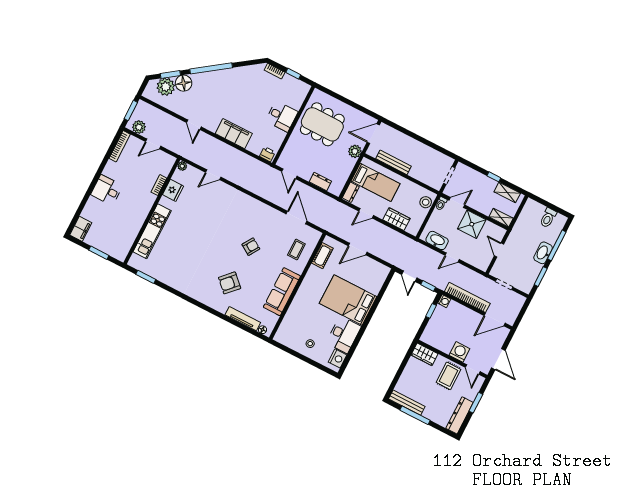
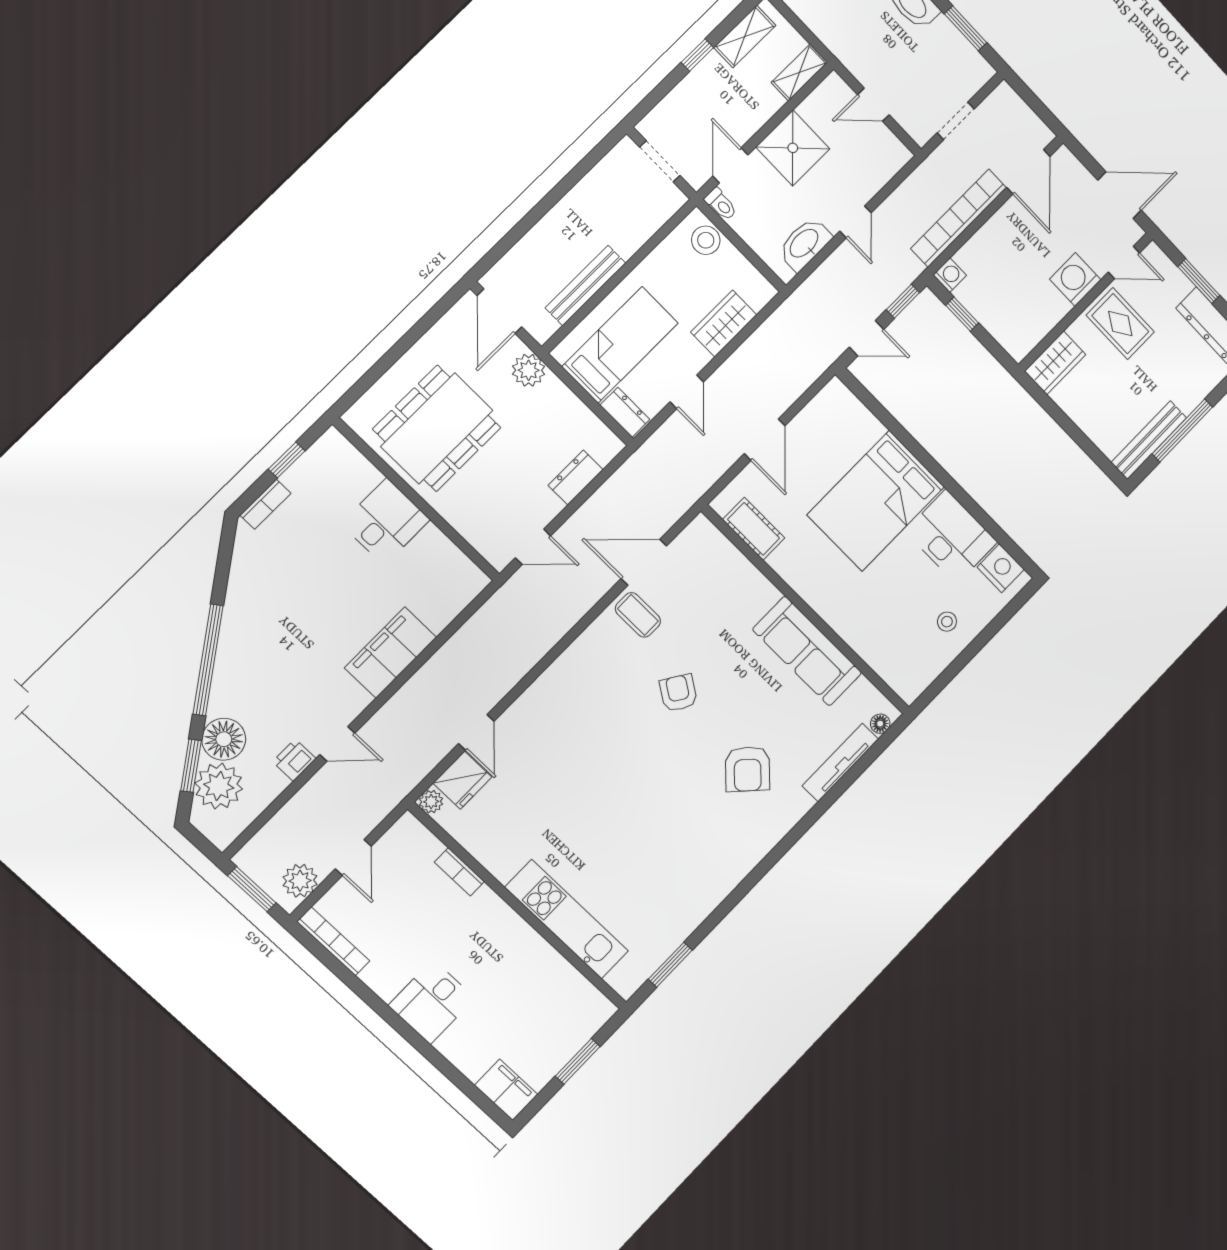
printer: (267, 154) -> (294, 760), moved
fridge: (173, 190) -> (462, 780), moved, turned 90
coffee table: (296, 250) -> (638, 615), moved

